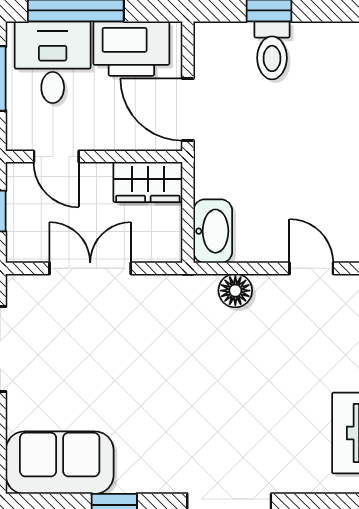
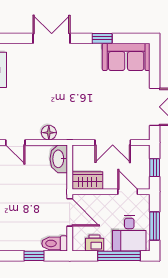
printer: (131, 49) -> (95, 243), width x0.53, depth x0.68
toilet: (272, 50) -> (55, 243), moved, turned -90

